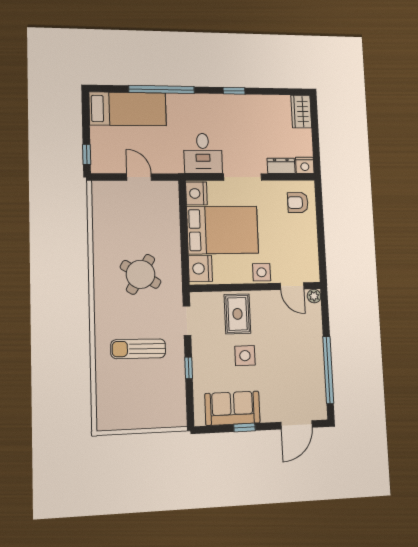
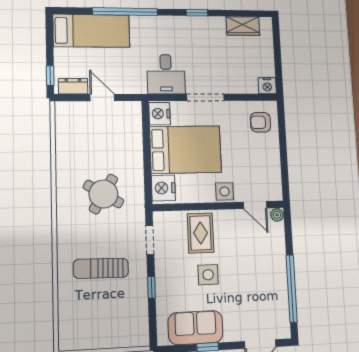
wardrobe: (301, 112) -> (243, 26), moved, turned -90
dresser: (281, 166) -> (73, 86), moved

